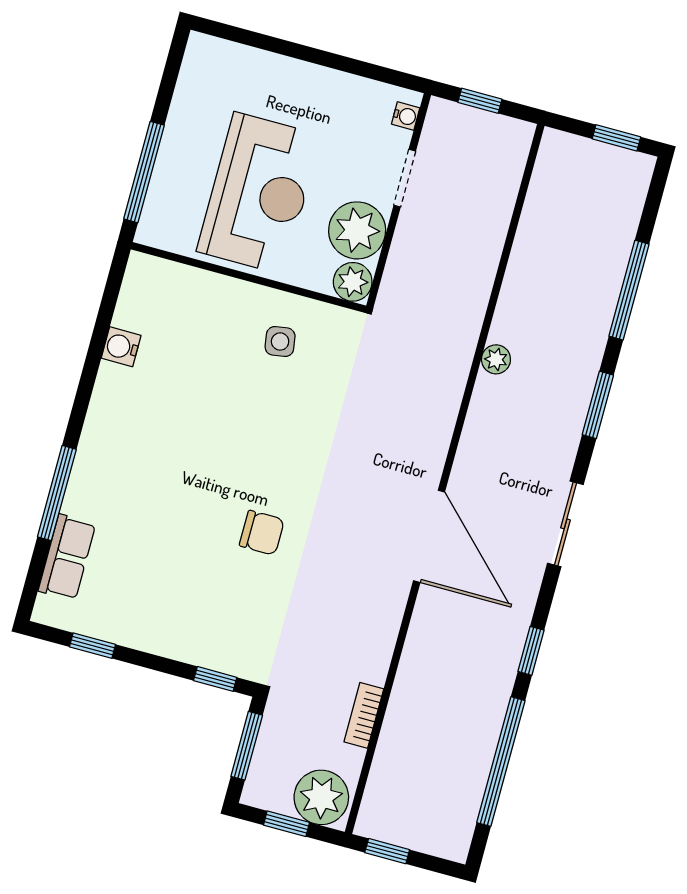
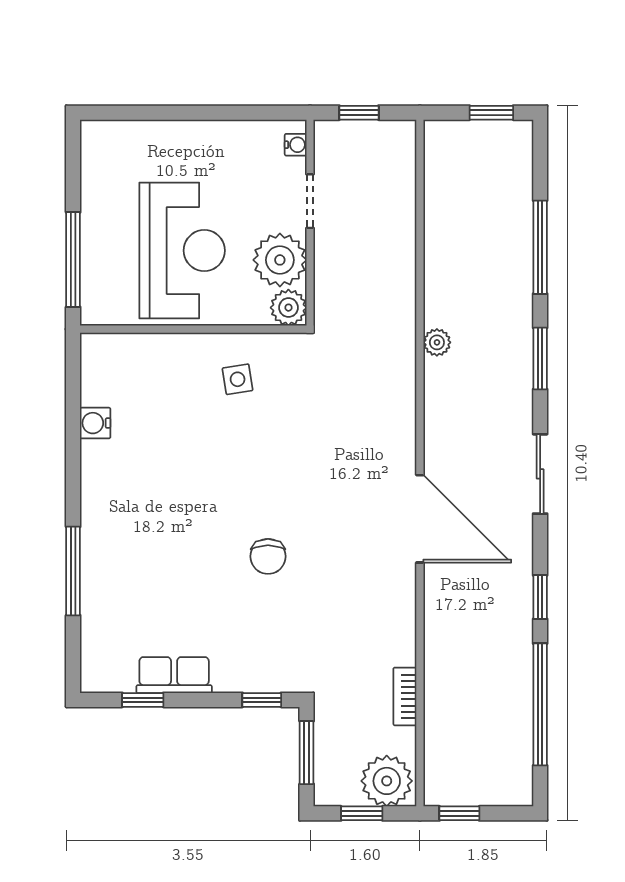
chair: (262, 533) -> (268, 556), turned 90
row of seats: (67, 557) -> (174, 675), moved, turned -90

